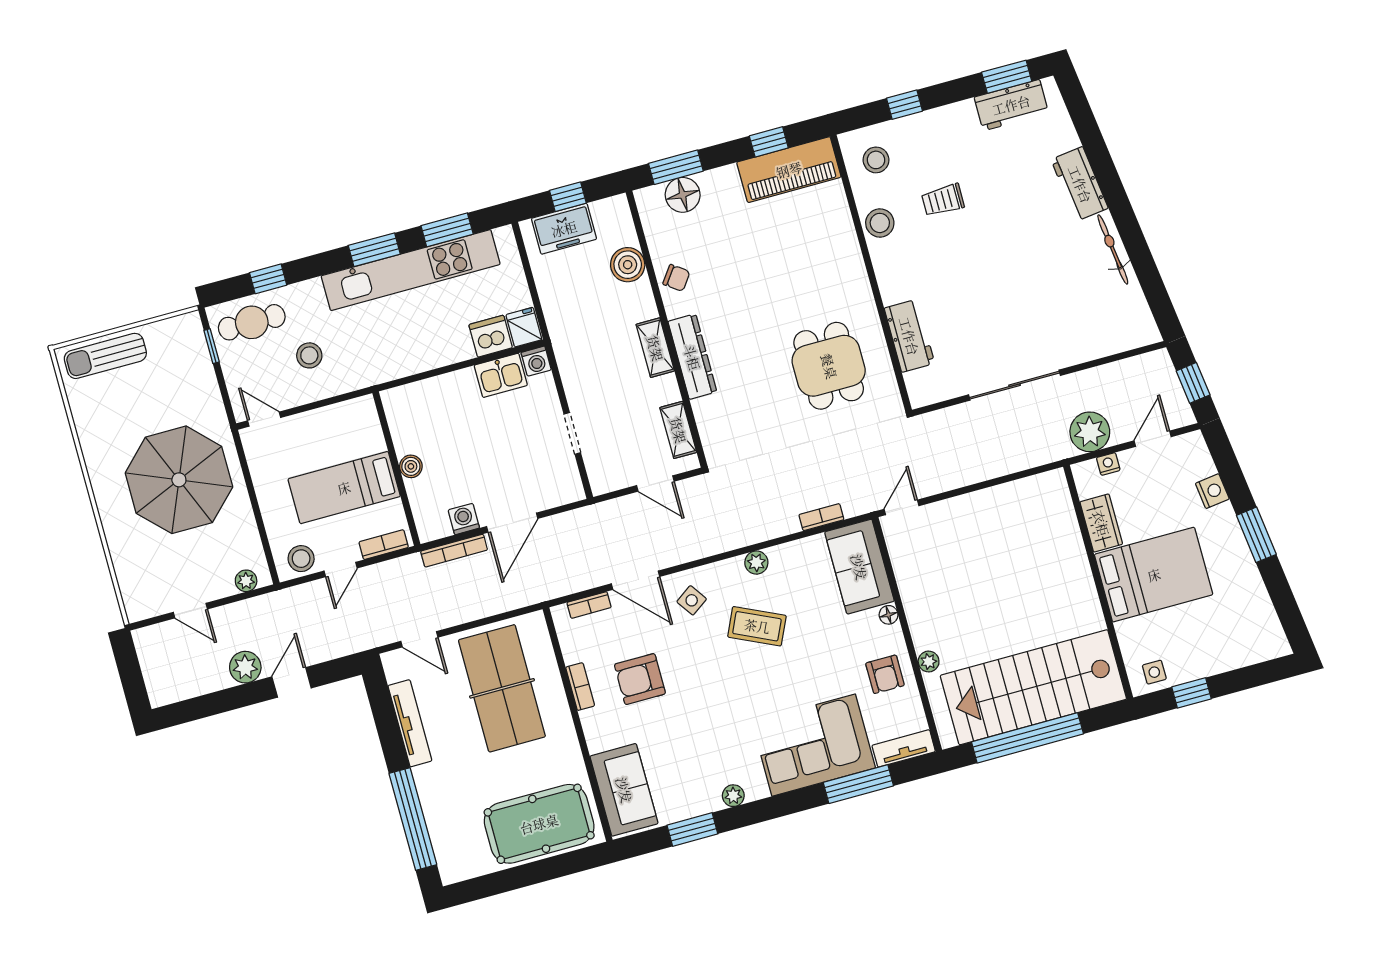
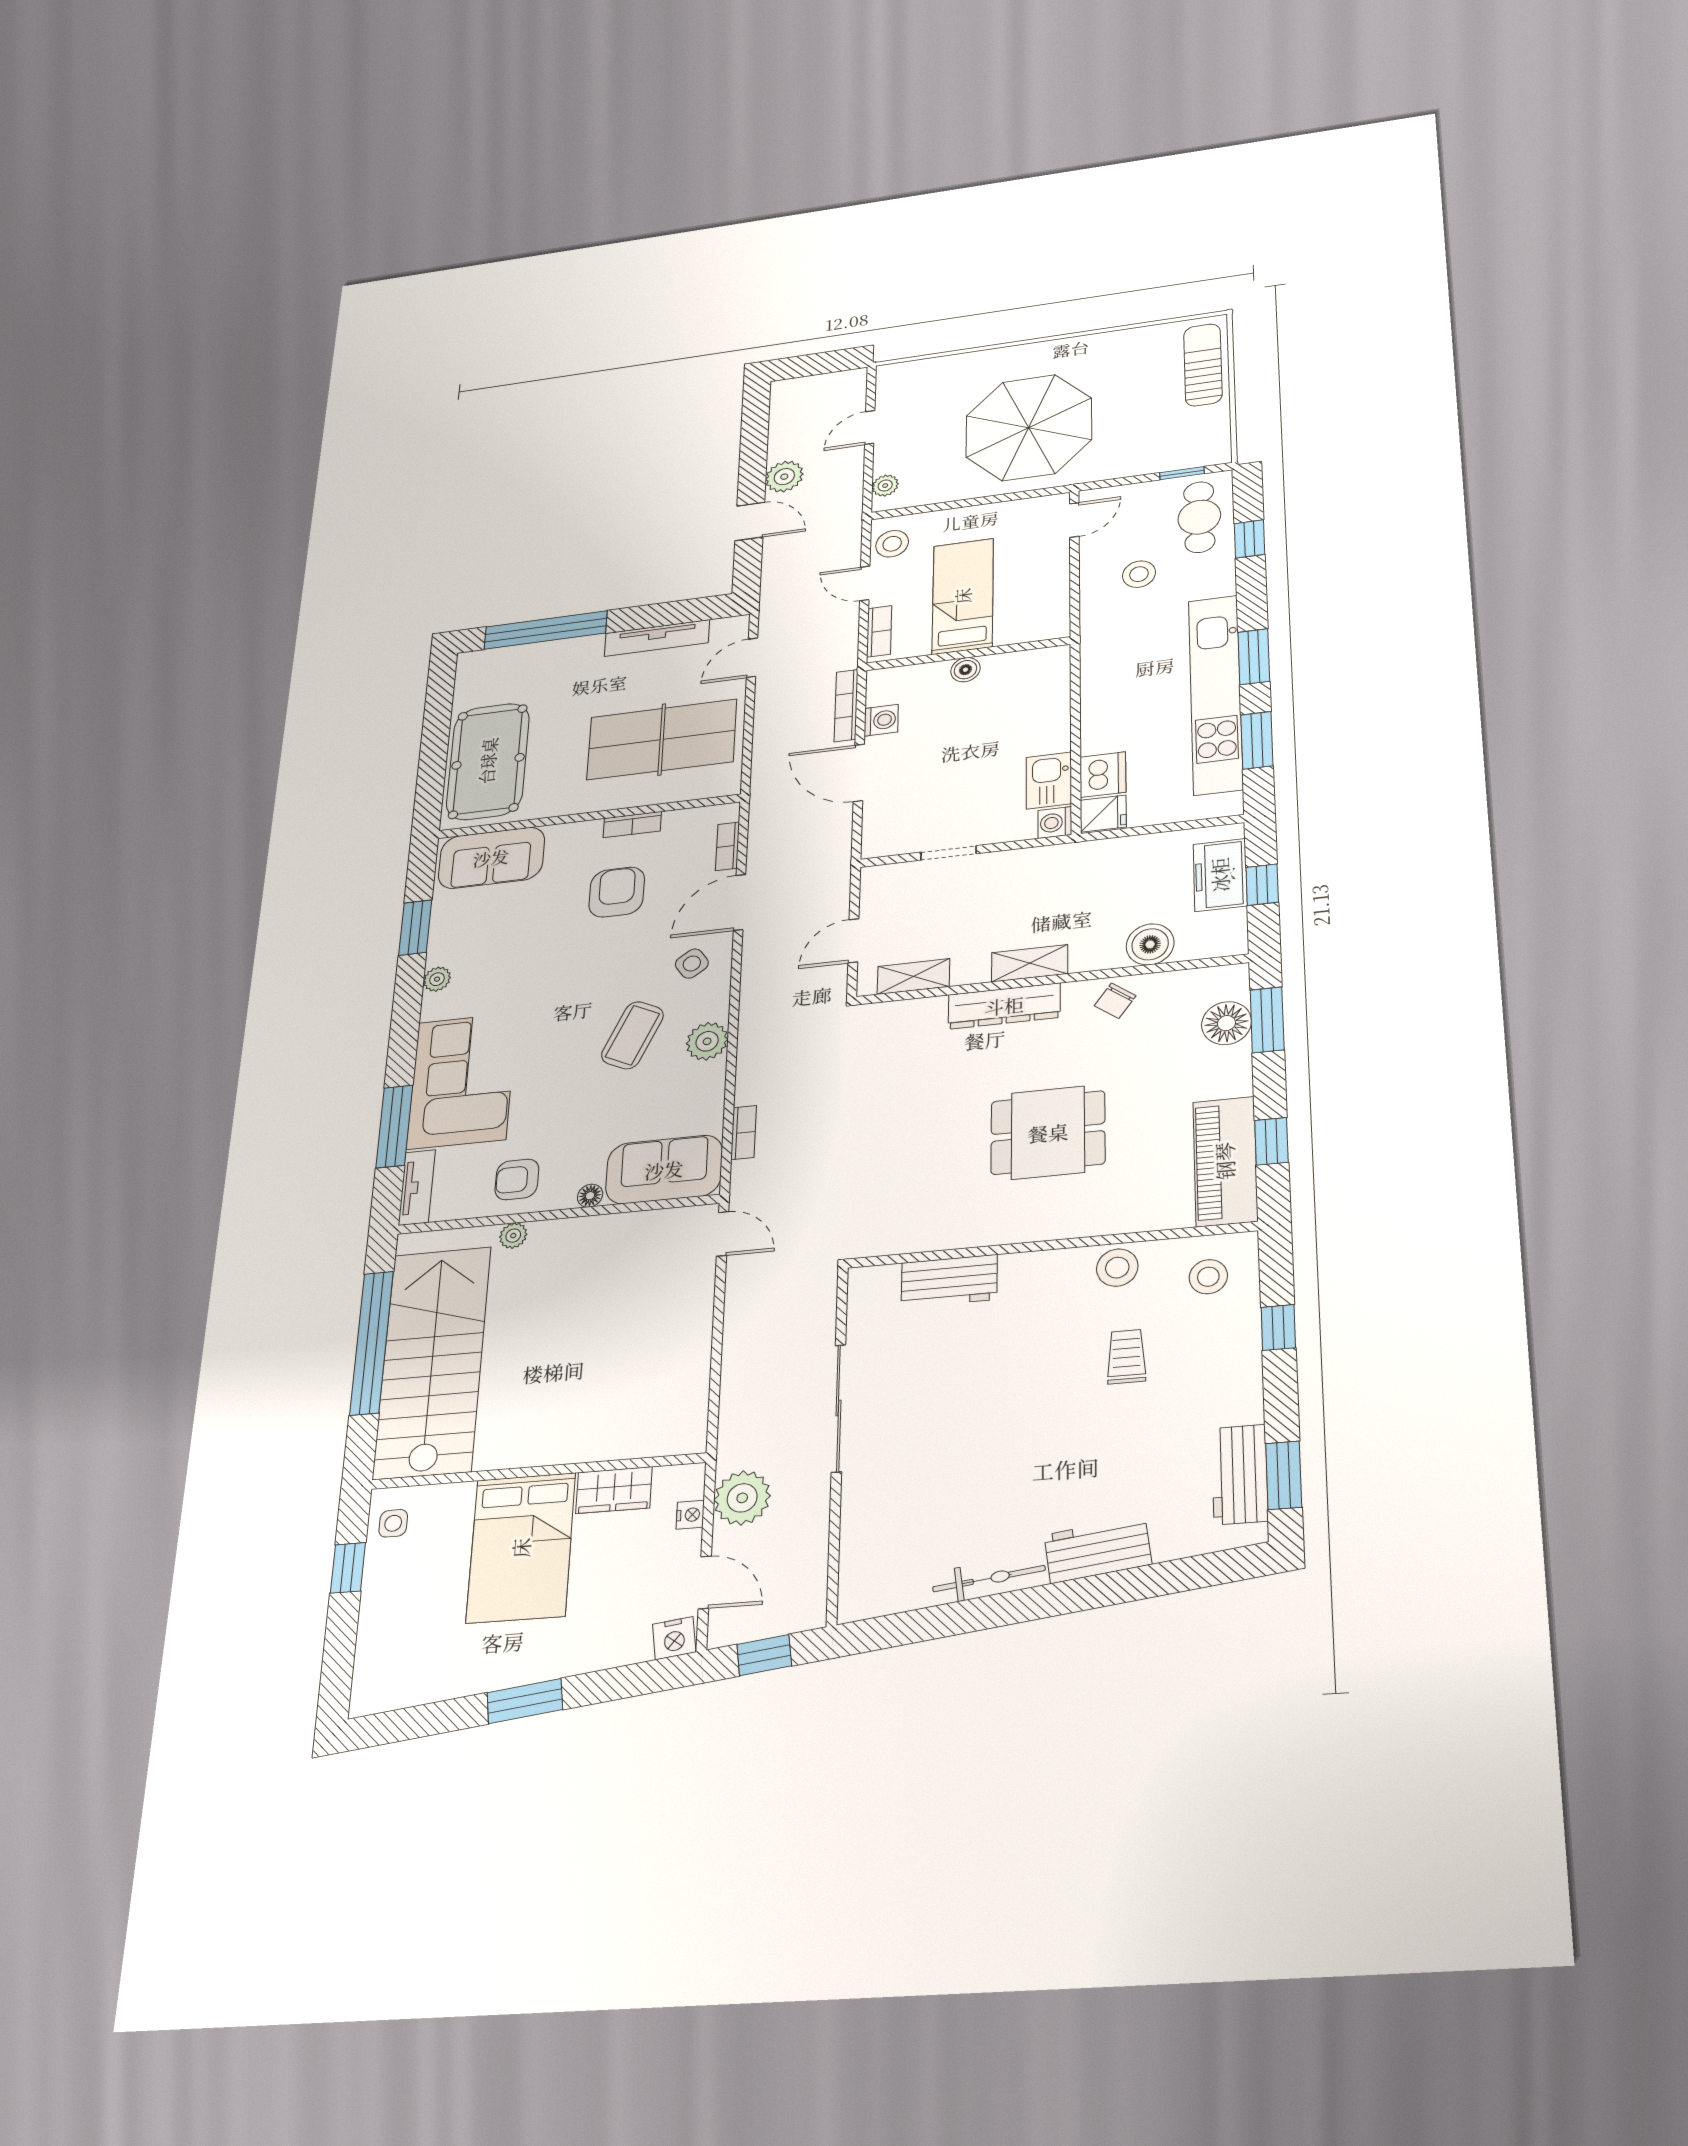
dining table: (829, 366) -> (1048, 1133), moved
nightstand: (1212, 491) -> (674, 1638), moved
plant: (756, 563) -> (707, 1041), width x1.38, depth x1.38

